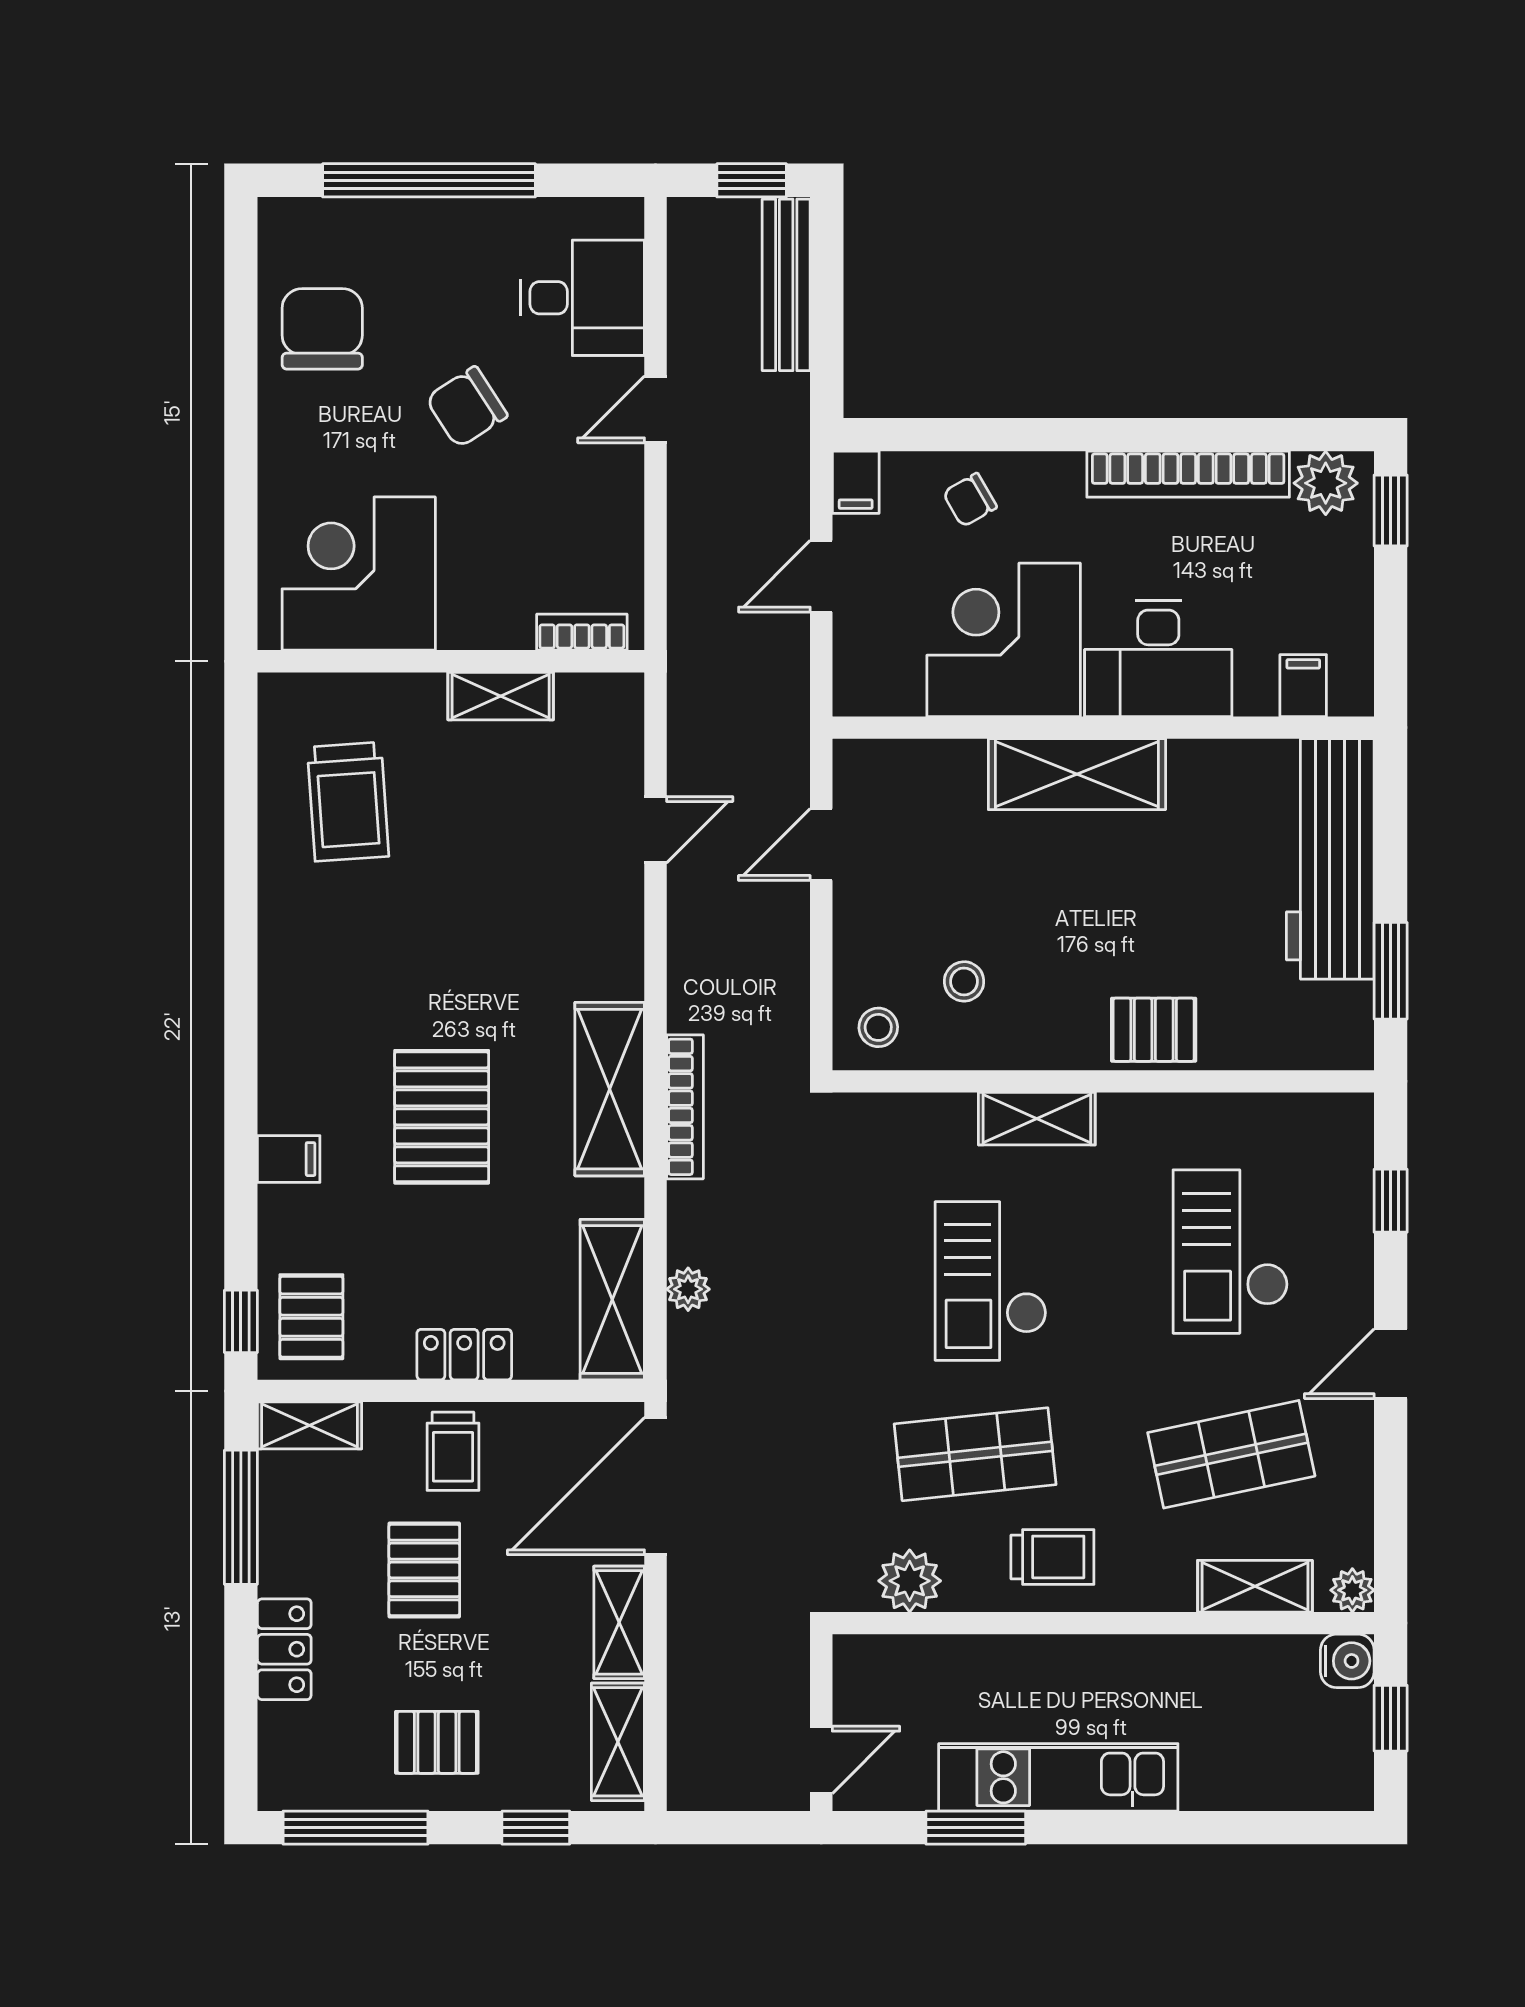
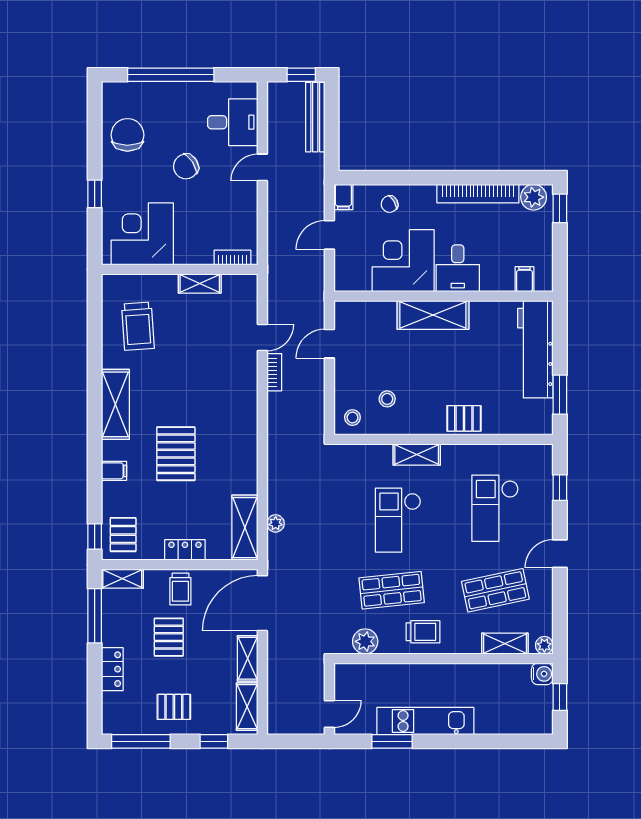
window: (241, 475) -> (95, 194), added
desk: (1158, 659) -> (458, 268), width x0.73
shelving: (610, 1089) -> (115, 404), moved
bookcase: (685, 1107) -> (274, 372), moved, width x0.64

